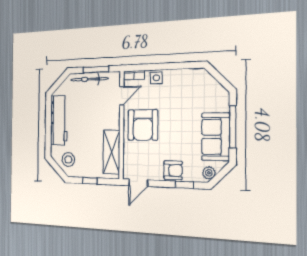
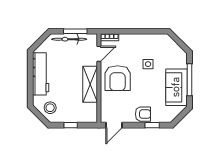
side table: (156, 78) -> (148, 64), moved
shelving: (112, 152) -> (90, 84), moved
plant: (209, 173) -> (171, 115), removed

